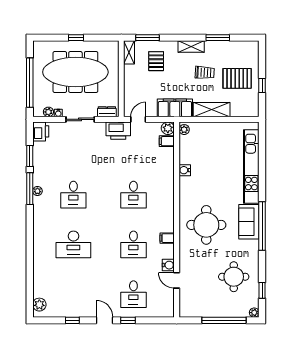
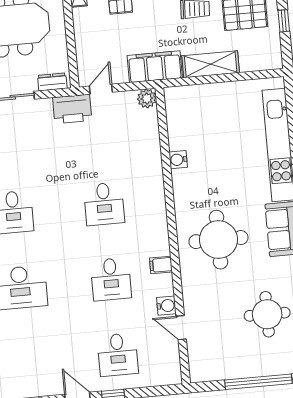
plant: (184, 130) -> (172, 98), removed
filing cabinet: (167, 141) -> (147, 118), removed

